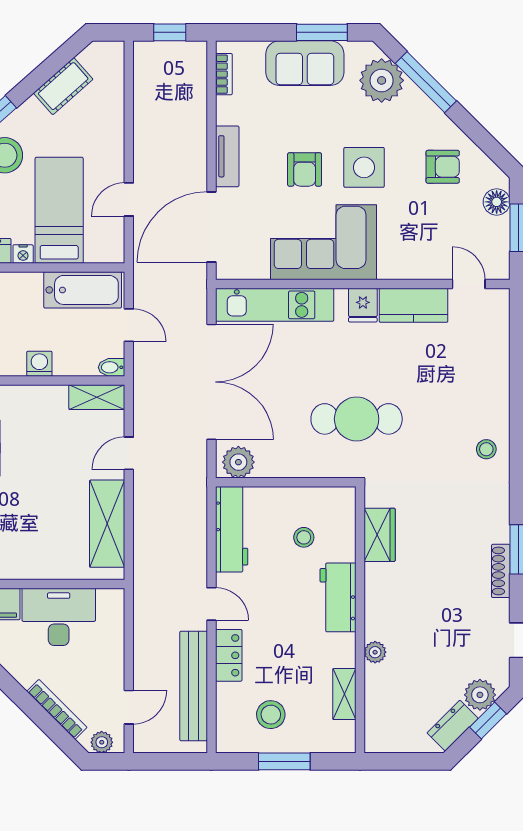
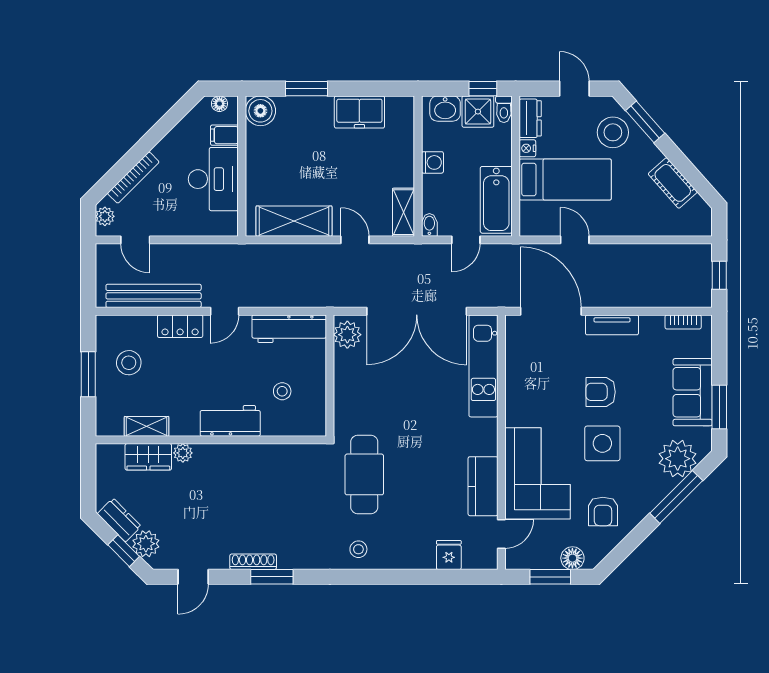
corner sofa: (324, 242) -> (538, 473), moved
fridge: (363, 305) -> (449, 555), moved, turned 90
cafe table: (357, 419) -> (364, 474), moved
wardrobe: (380, 535) -> (148, 457), moved

